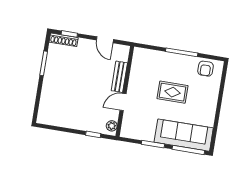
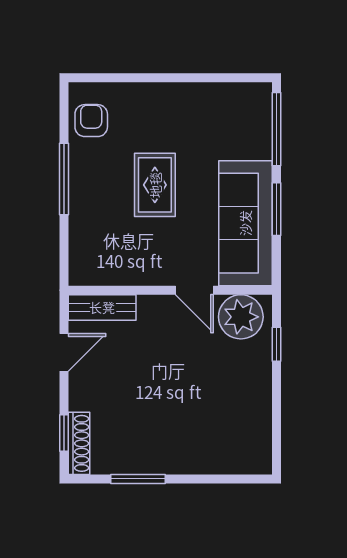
armchair: (206, 69) -> (91, 121), turned -90
bench: (119, 77) -> (102, 307), moved
plant: (112, 126) -> (241, 317), width x1.88, depth x1.88
sofa: (184, 135) -> (245, 223), moved

